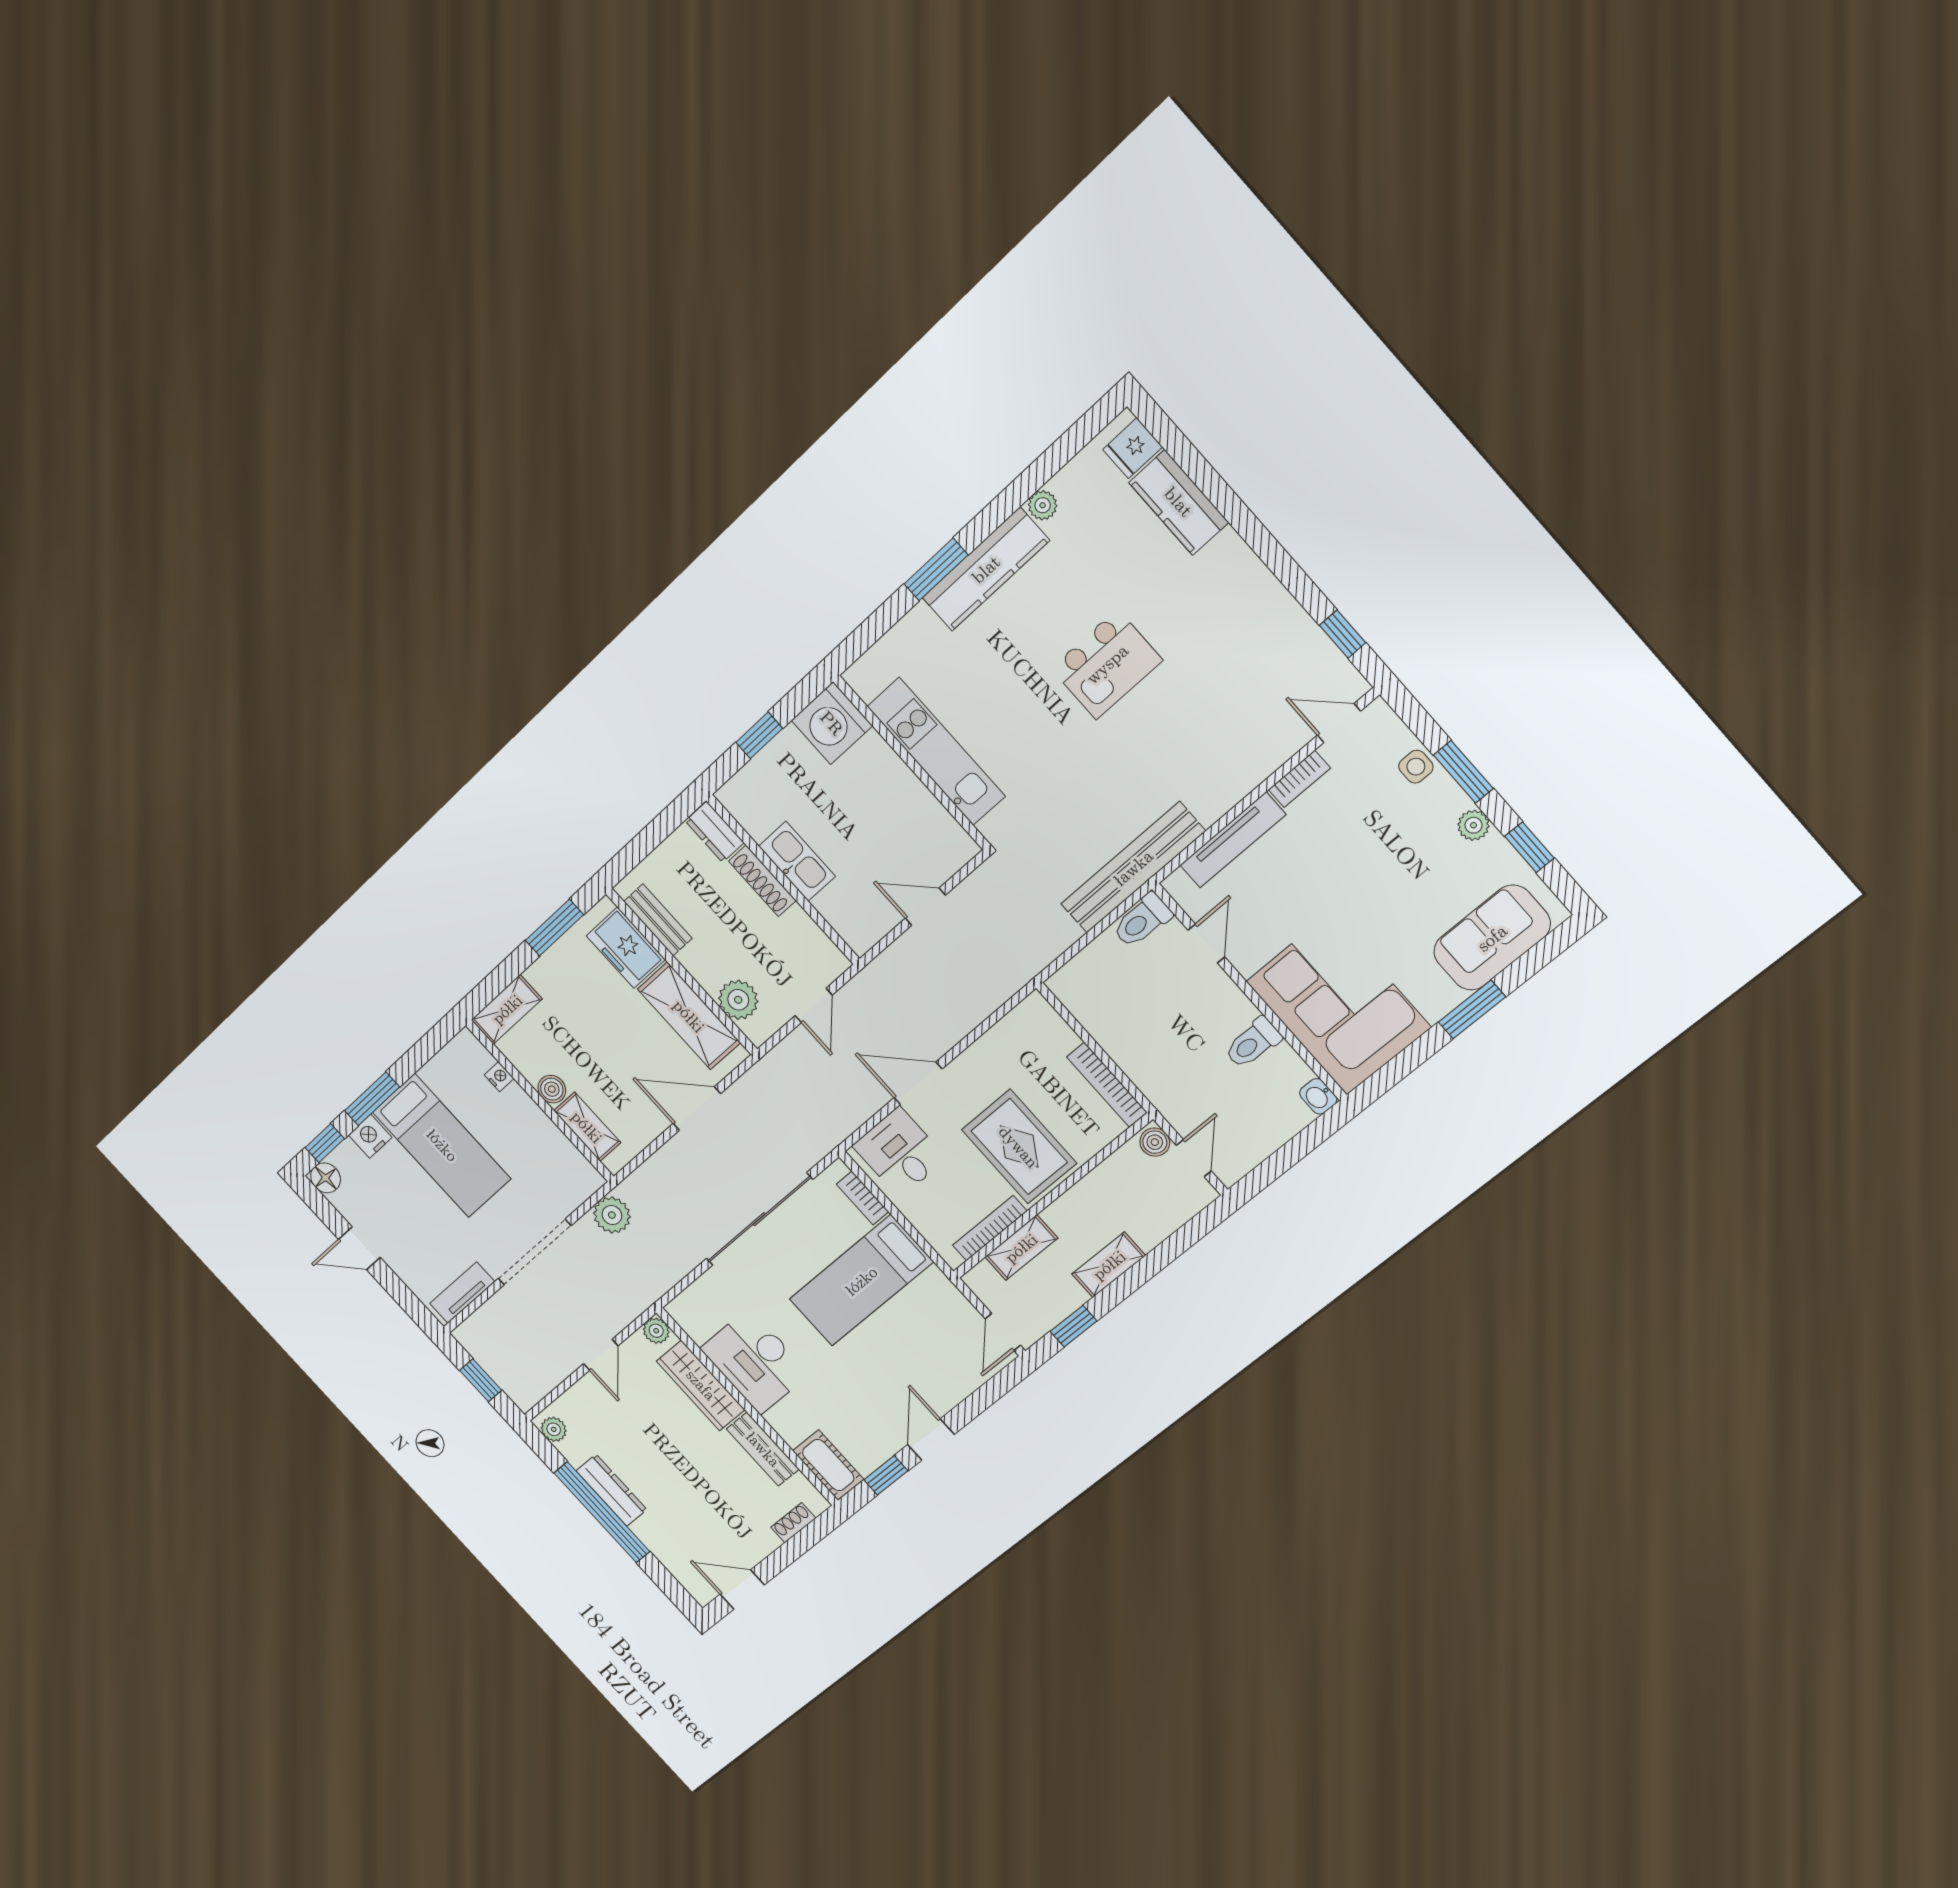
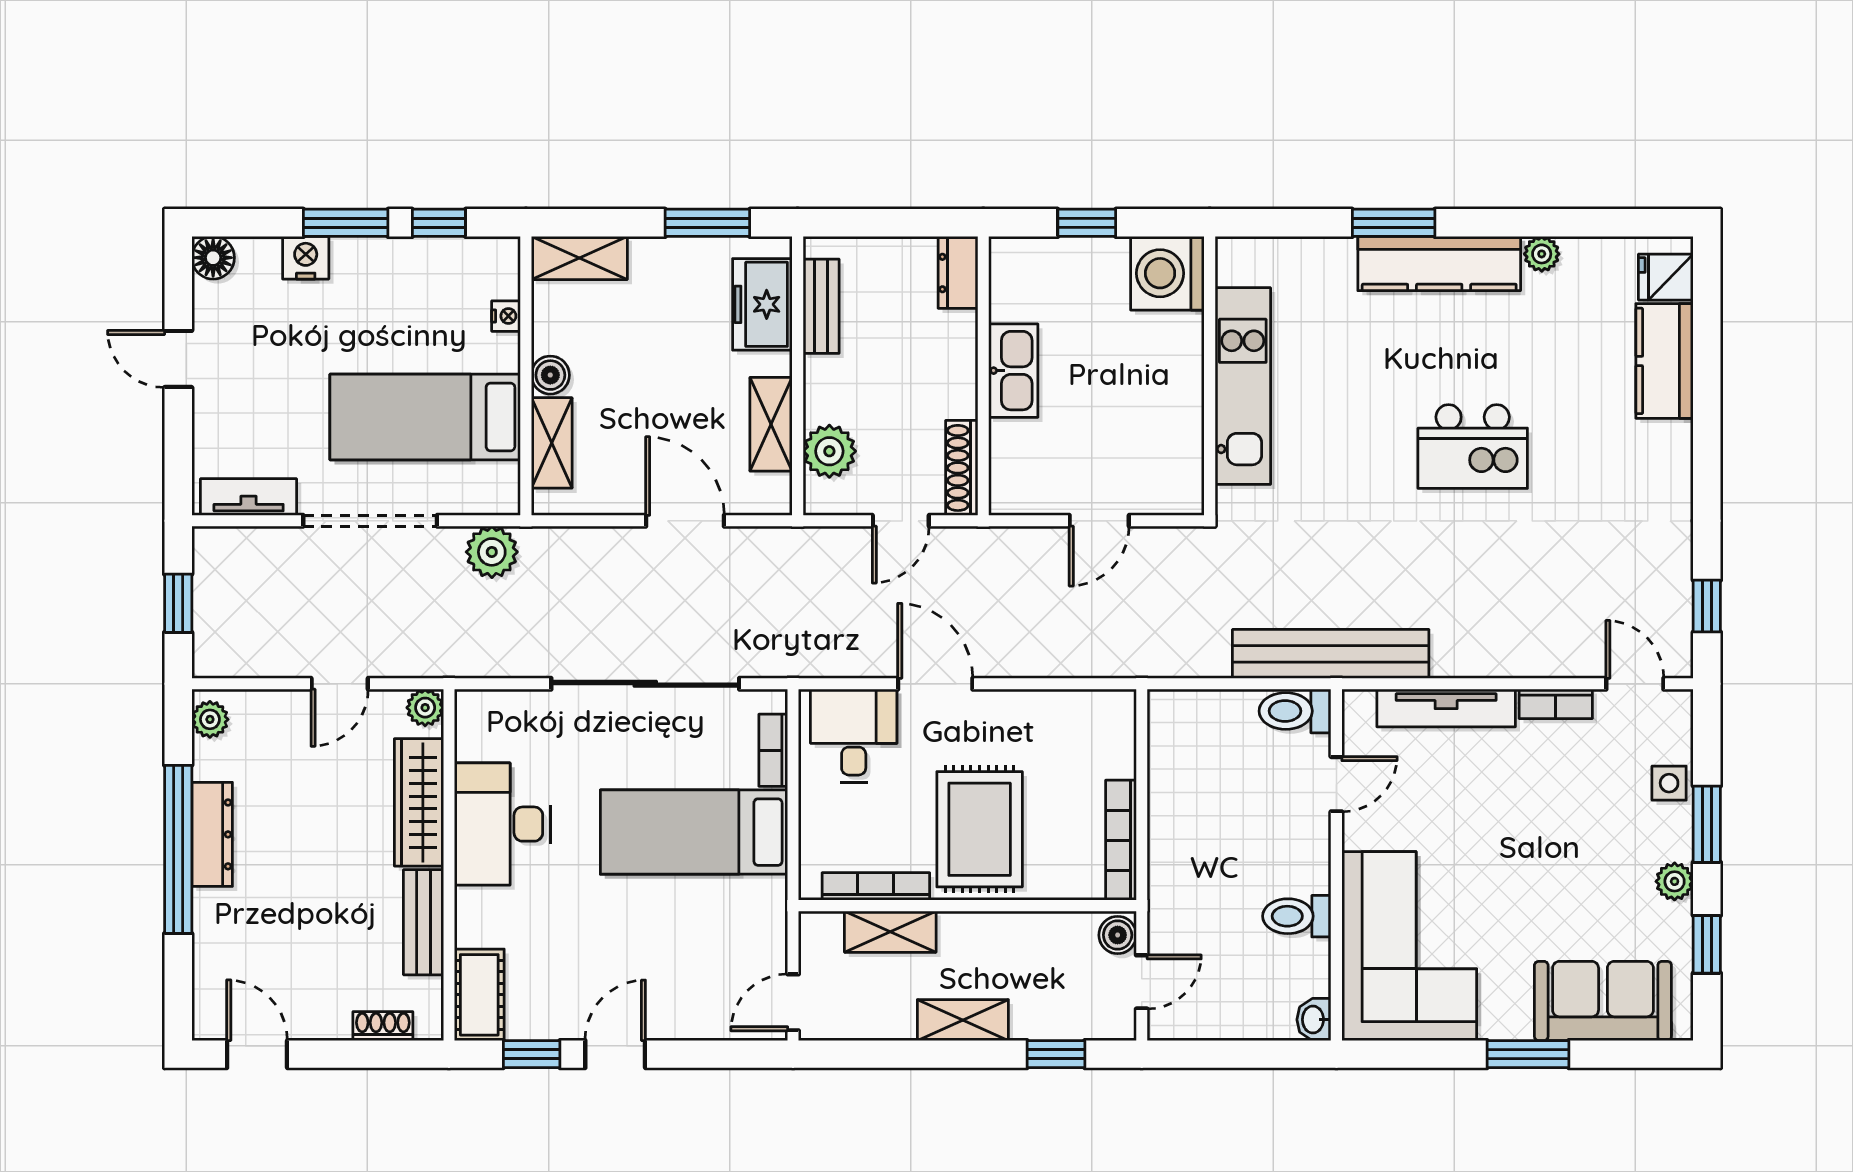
shoe rack: (762, 881) -> (962, 468), moved
door: (925, 907) -> (1099, 521), swing flipped
shelving: (689, 1016) -> (771, 424), width x0.67, depth x0.75
window: (325, 1143) -> (439, 223), moved
bed: (442, 1145) -> (425, 417), moved, turned 90
window: (1074, 1326) -> (1056, 1054), moved

